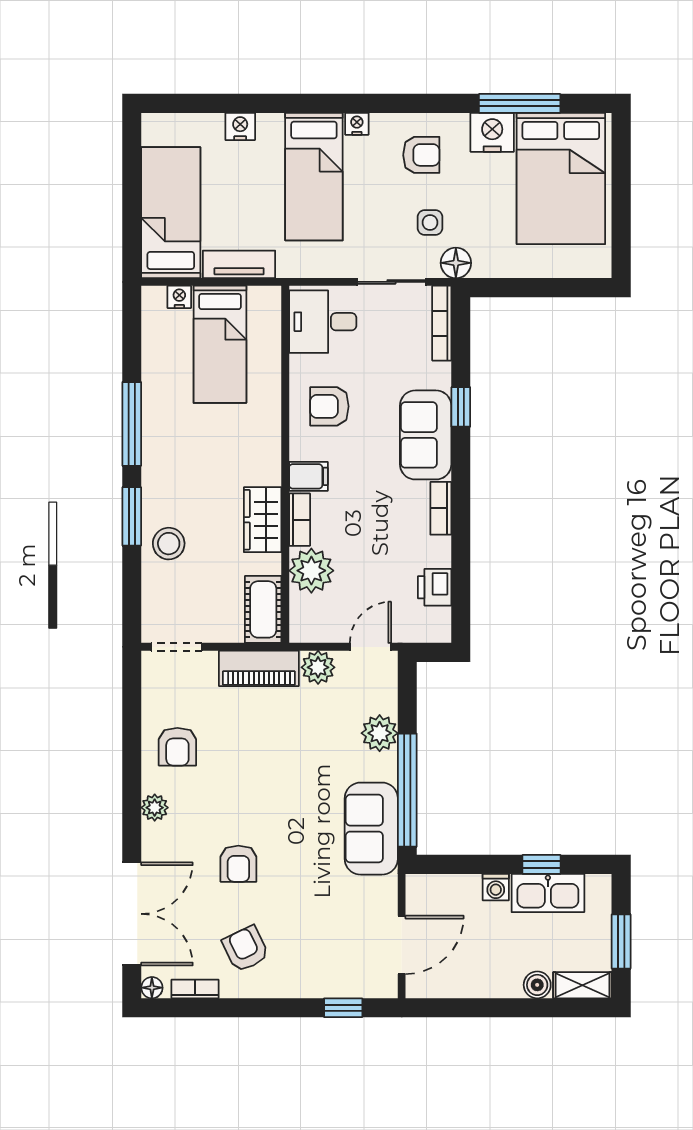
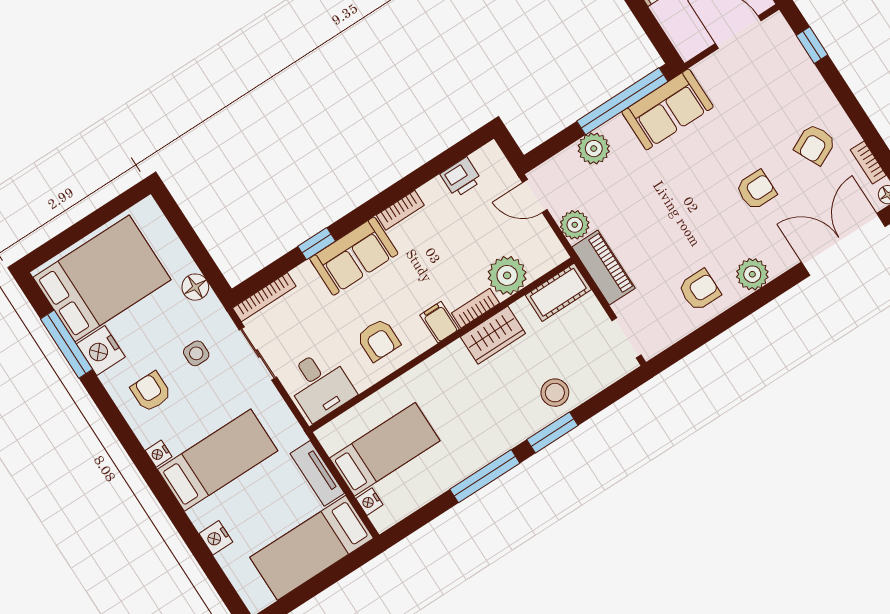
floor lamp: (456, 263) -> (195, 287), moved
plant: (155, 808) -> (752, 274), width x1.38, depth x1.38

